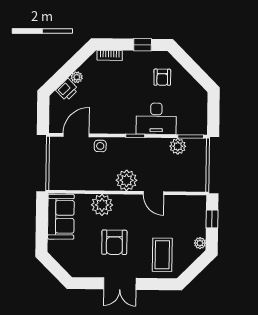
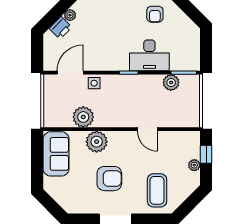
plant: (127, 180) -> (83, 117), moved
armchair: (114, 242) -> (109, 179), turned -90
plant: (200, 243) -> (194, 165), moved

